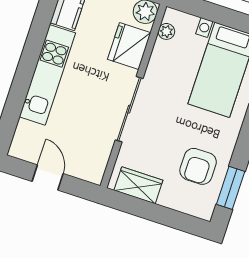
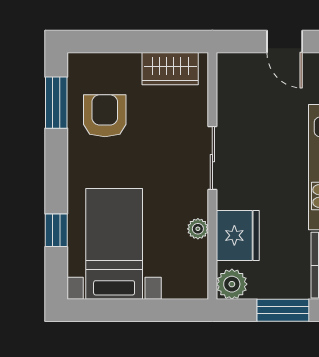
plant: (166, 31) -> (198, 229), moved
sliding door: (129, 109) -> (212, 158), width x0.73

